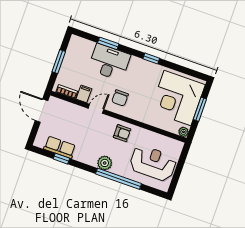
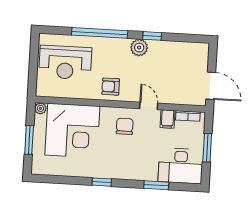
desk: (109, 62) -> (181, 166), moved
corner desk: (177, 98) -> (72, 131), moved, turned 90
door: (96, 109) -> (149, 106), swing flipped
row of seats: (60, 147) -> (178, 50), removed
window: (61, 159) -> (152, 36), moved
plant: (105, 163) -> (139, 48), moved

